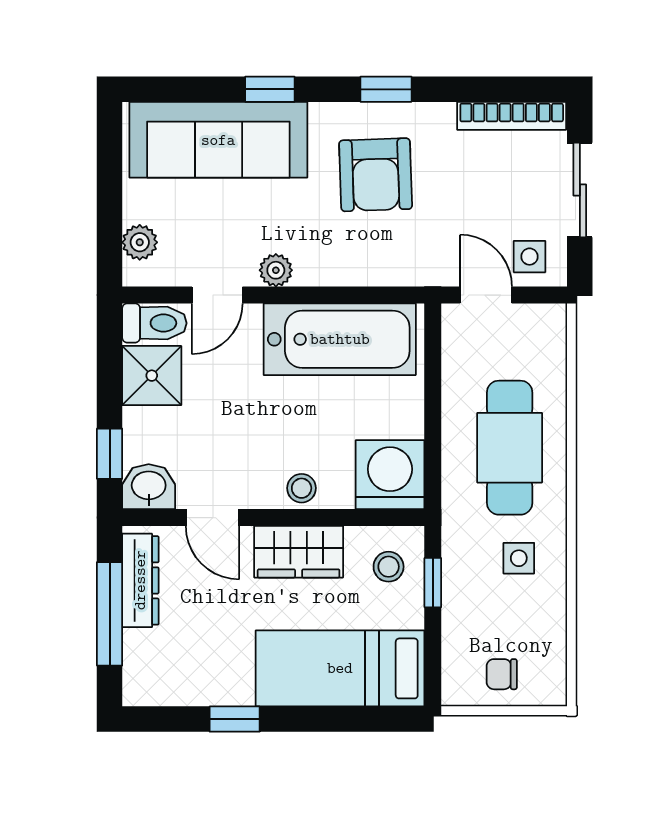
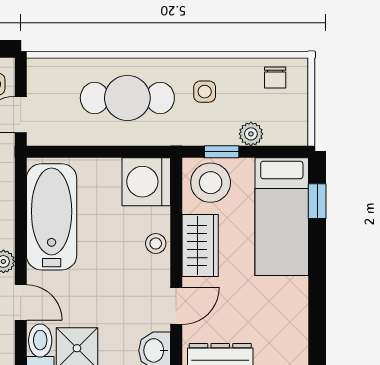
stool: (389, 567) -> (211, 183), width x1.89, depth x1.89
plant: (458, 624) -> (251, 134), added
chair: (502, 674) -> (275, 77), moved
window: (235, 719) -> (317, 201), moved

